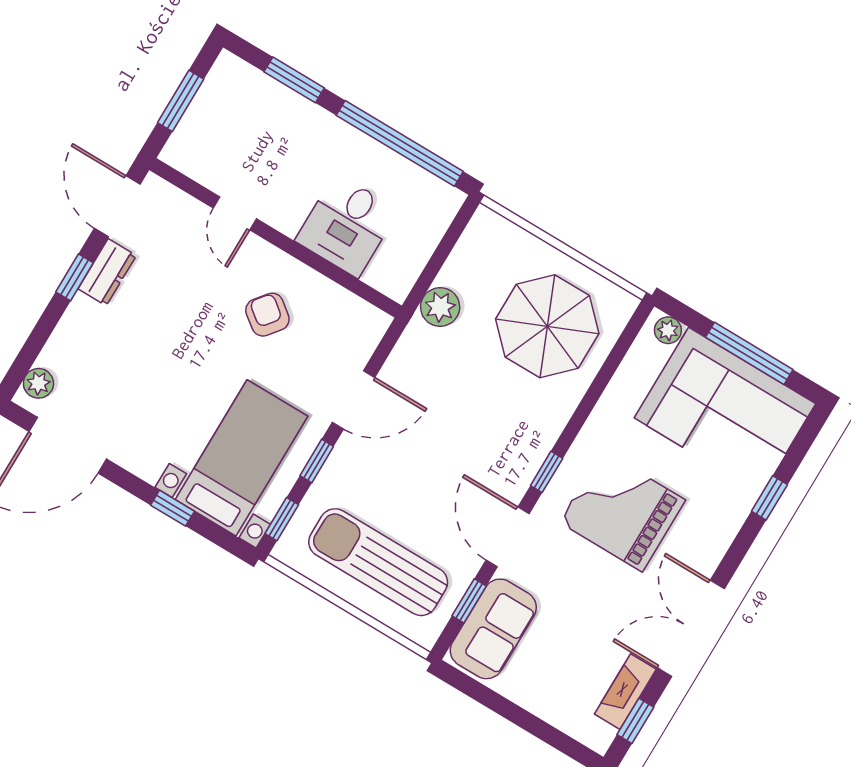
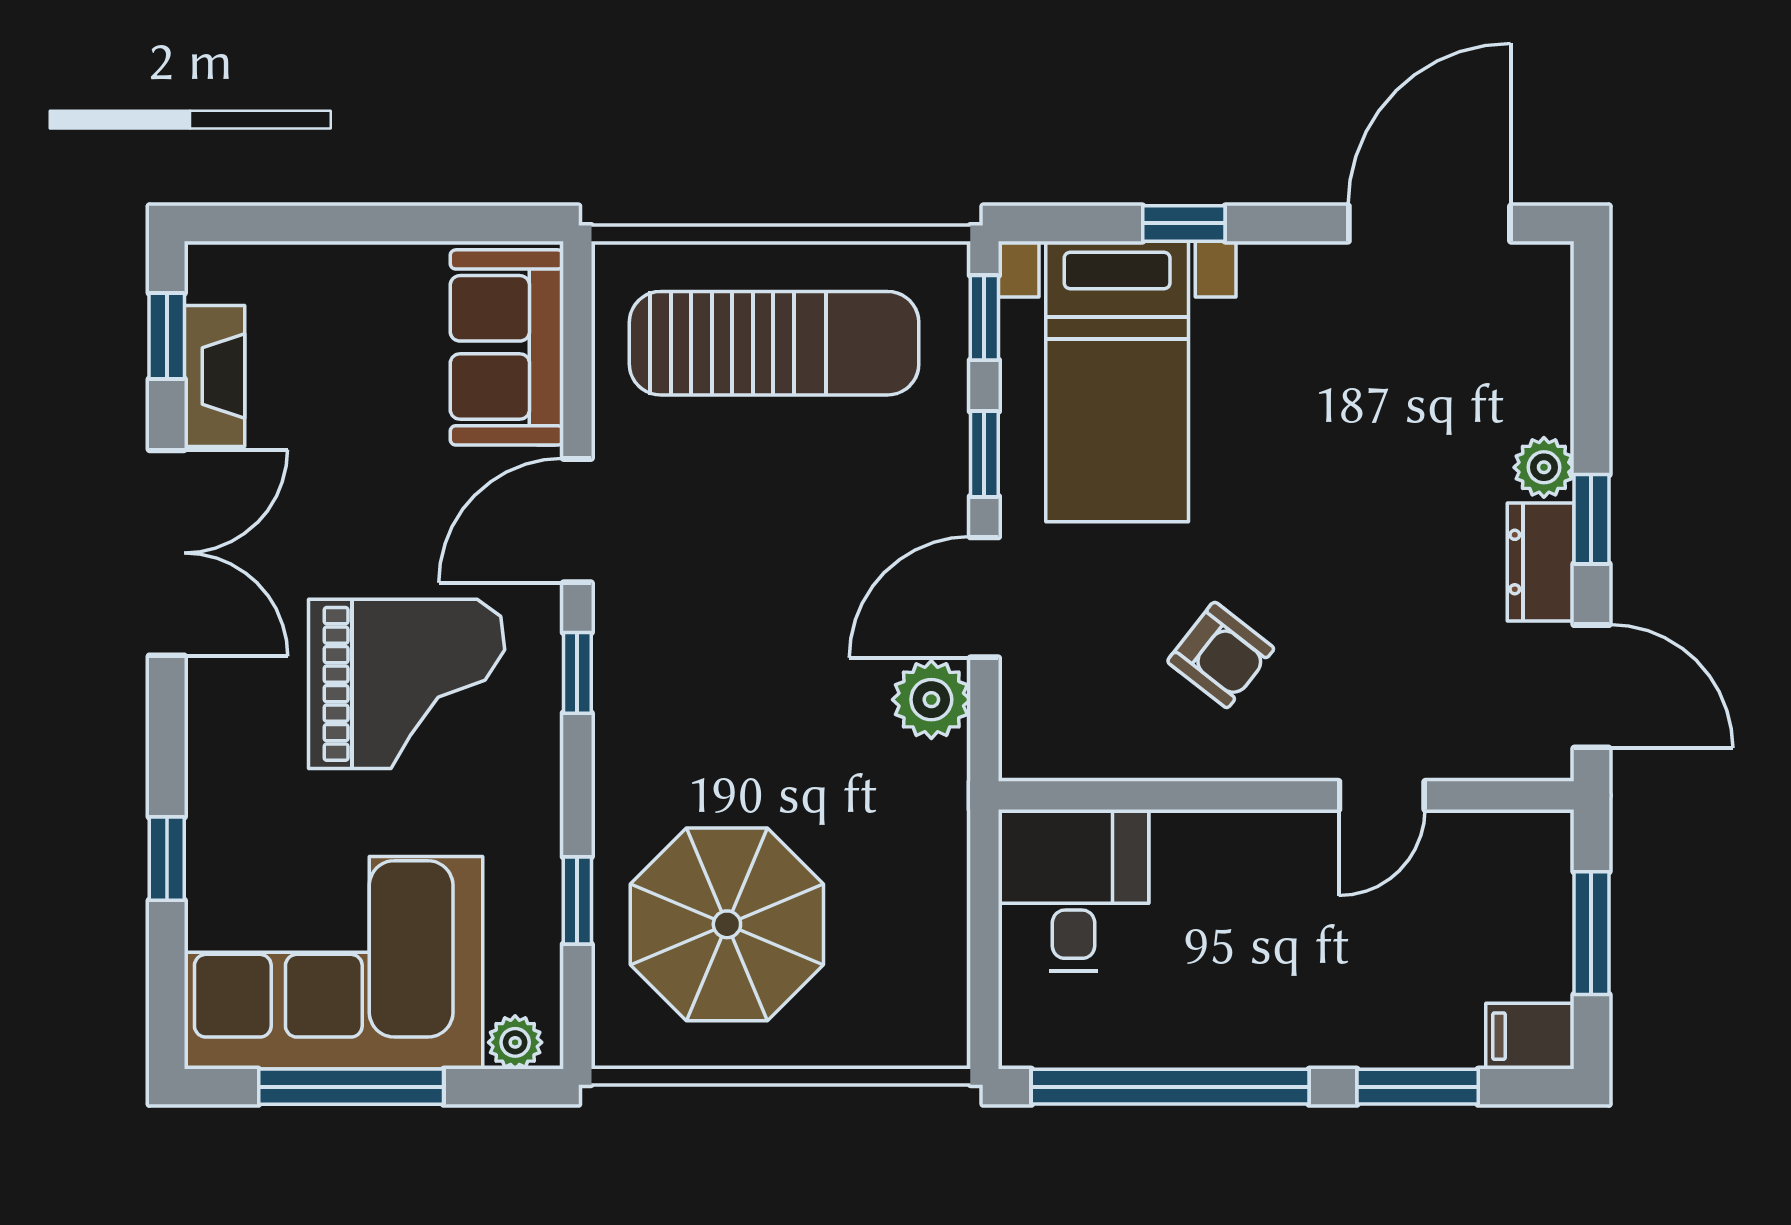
filing cabinet: (233, 73) -> (1530, 1036), added
door: (235, 213) -> (1382, 795), swing flipped
desk: (347, 225) -> (1074, 890), moved
plant: (440, 307) -> (931, 700), moved
plant: (38, 383) -> (1544, 467), moved
door: (508, 537) -> (577, 521), swing flipped
window: (469, 601) -> (577, 900), moved

